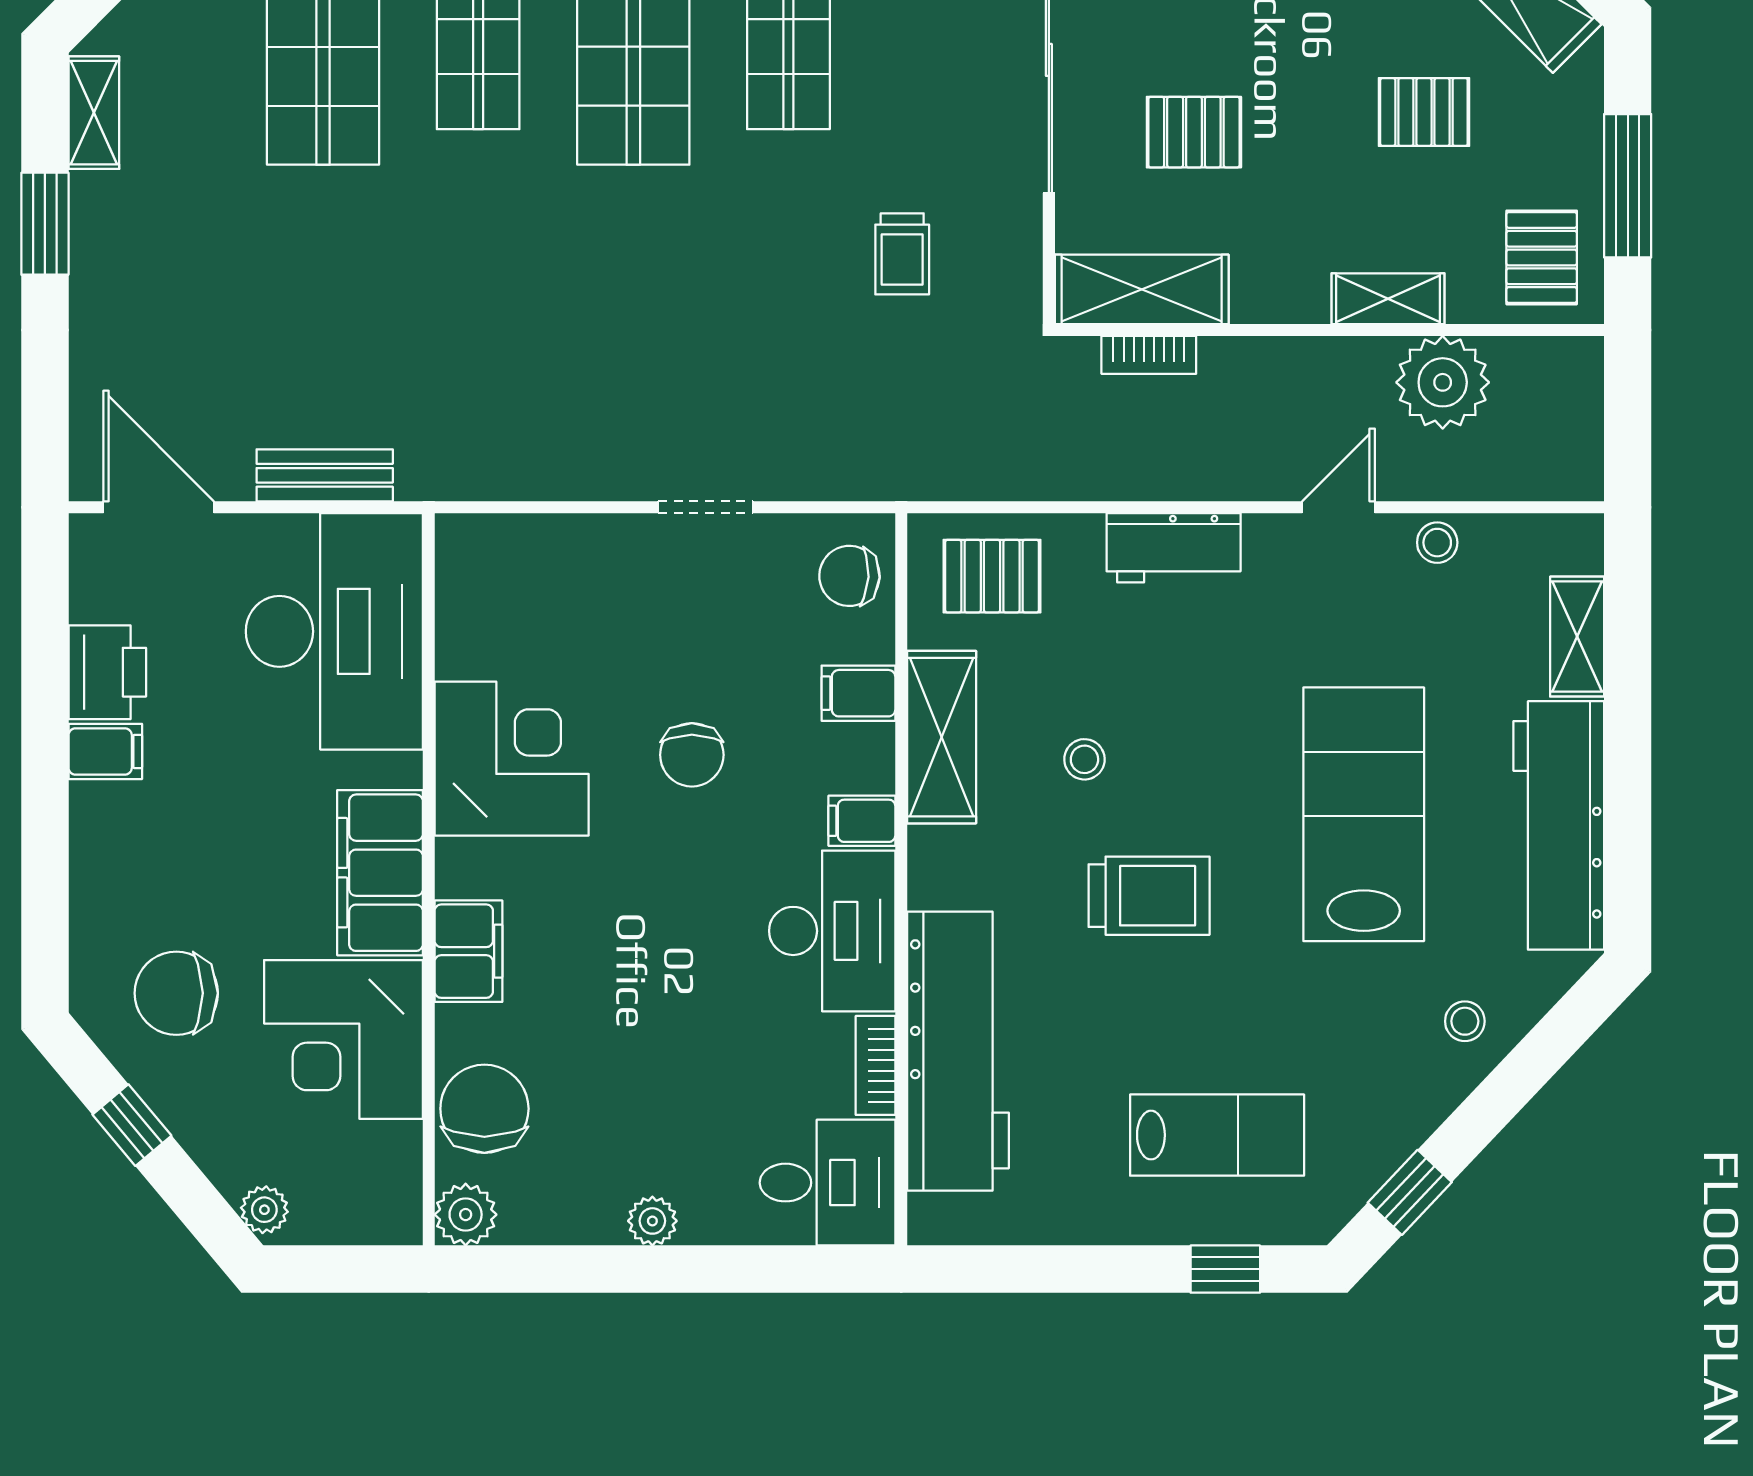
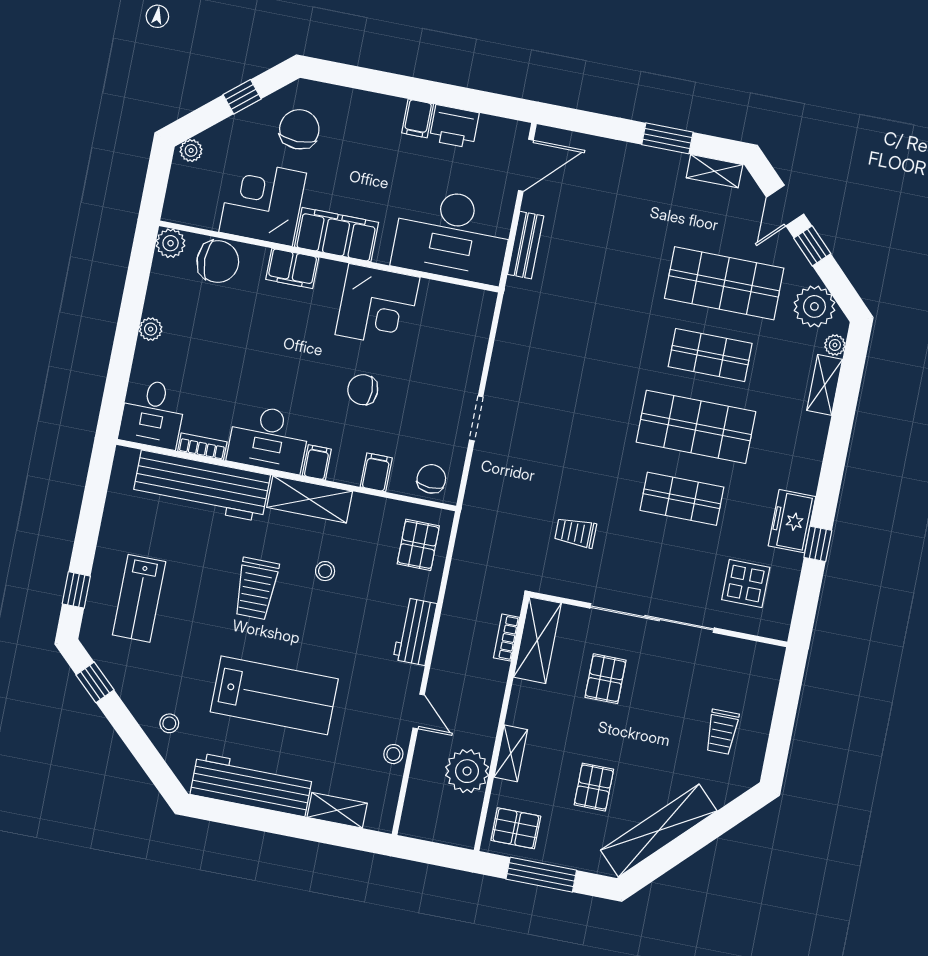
shelving: (942, 737) -> (310, 499), moved

